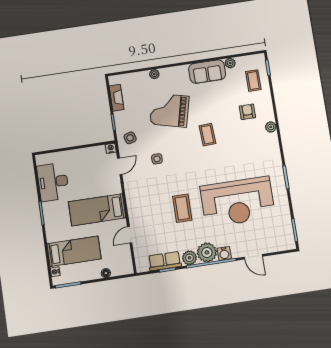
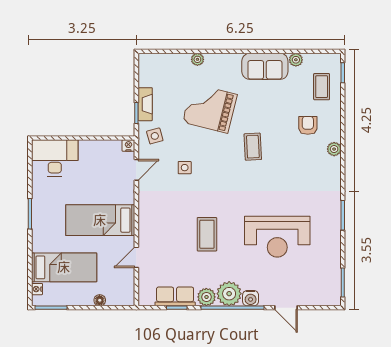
fireplace: (117, 98) -> (145, 104), moved
desk: (53, 182) -> (55, 158), moved, turned 90
reception desk: (238, 202) -> (277, 237), width x0.74, depth x0.77

